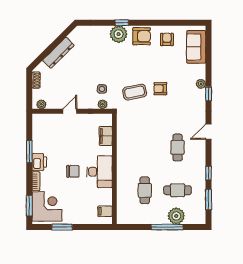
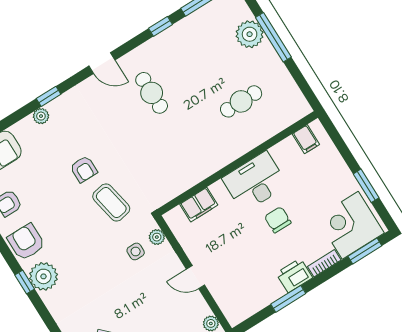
cafe table: (178, 147) -> (152, 93), turned 90
cafe table: (178, 190) -> (212, 55), removed

